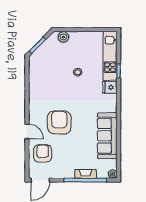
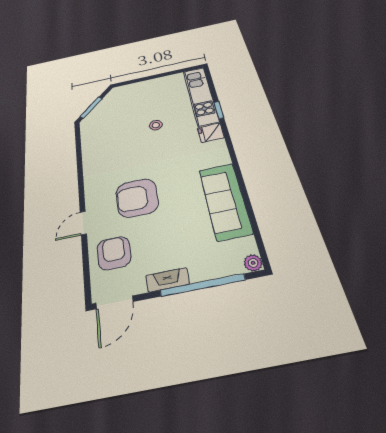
plant: (63, 37) -> (127, 91), removed
armchair: (59, 122) -> (137, 198), turned -90
door: (27, 131) -> (83, 223), swing flipped
fireplace: (86, 174) -> (167, 280), moved

